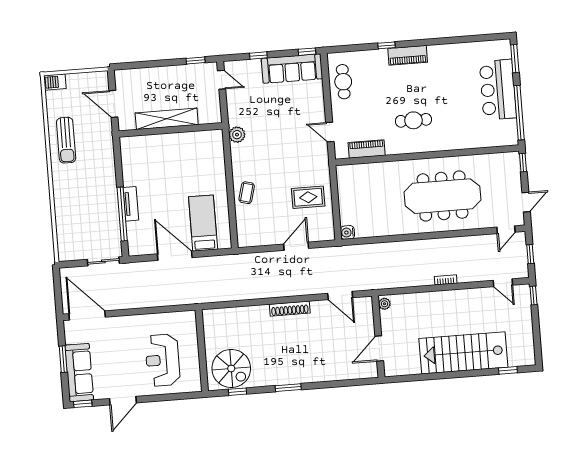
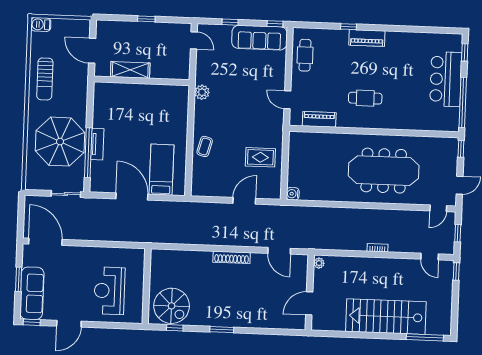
window: (515, 59) -> (465, 52), width x0.67
window: (196, 60) -> (146, 19), moved
shelving: (167, 119) -> (130, 70), width x0.68
parasol: (90, 206) -> (60, 142), added
window: (508, 370) -> (425, 337), width x2.17

